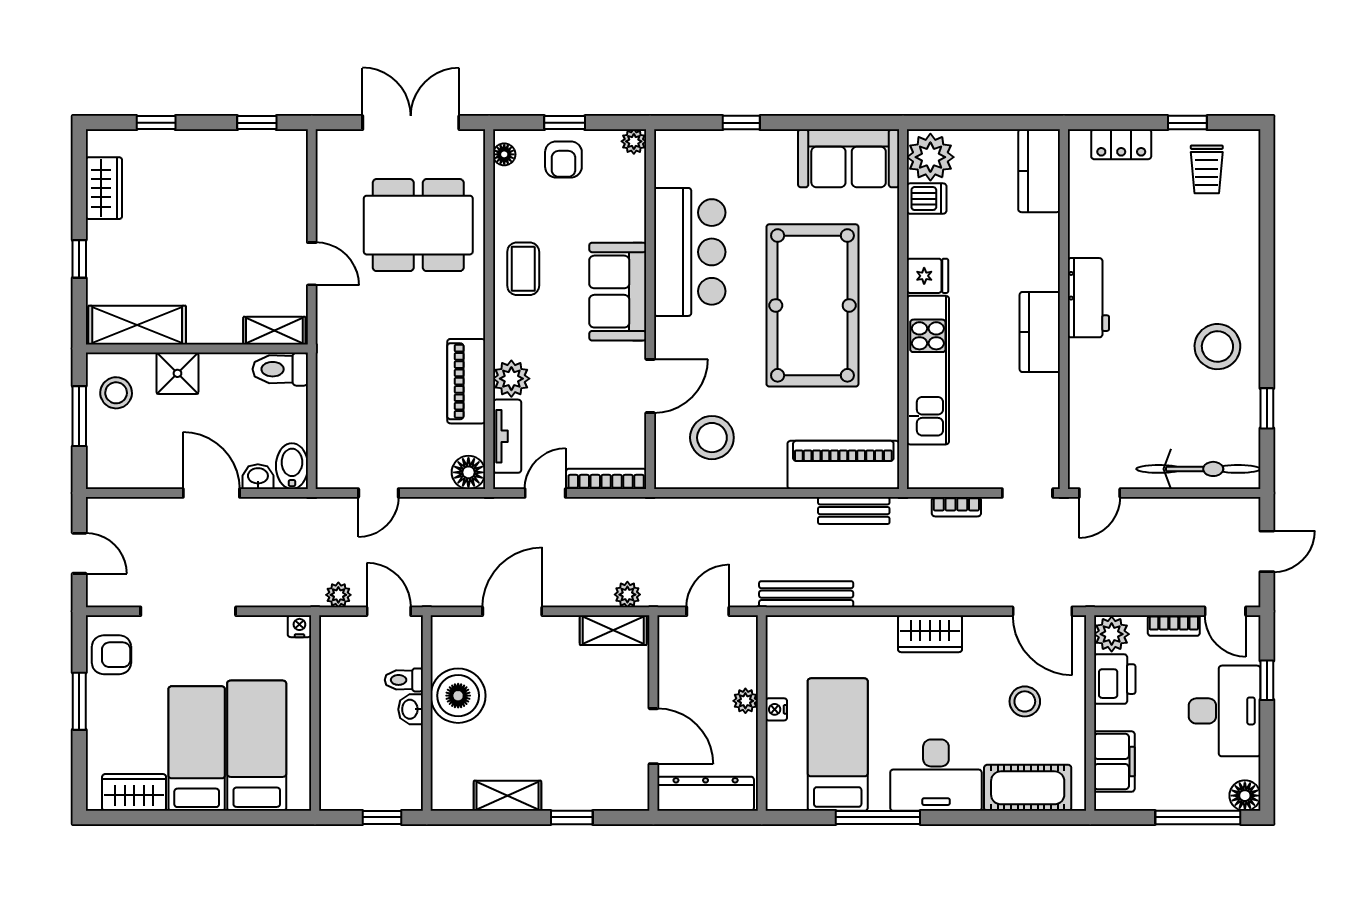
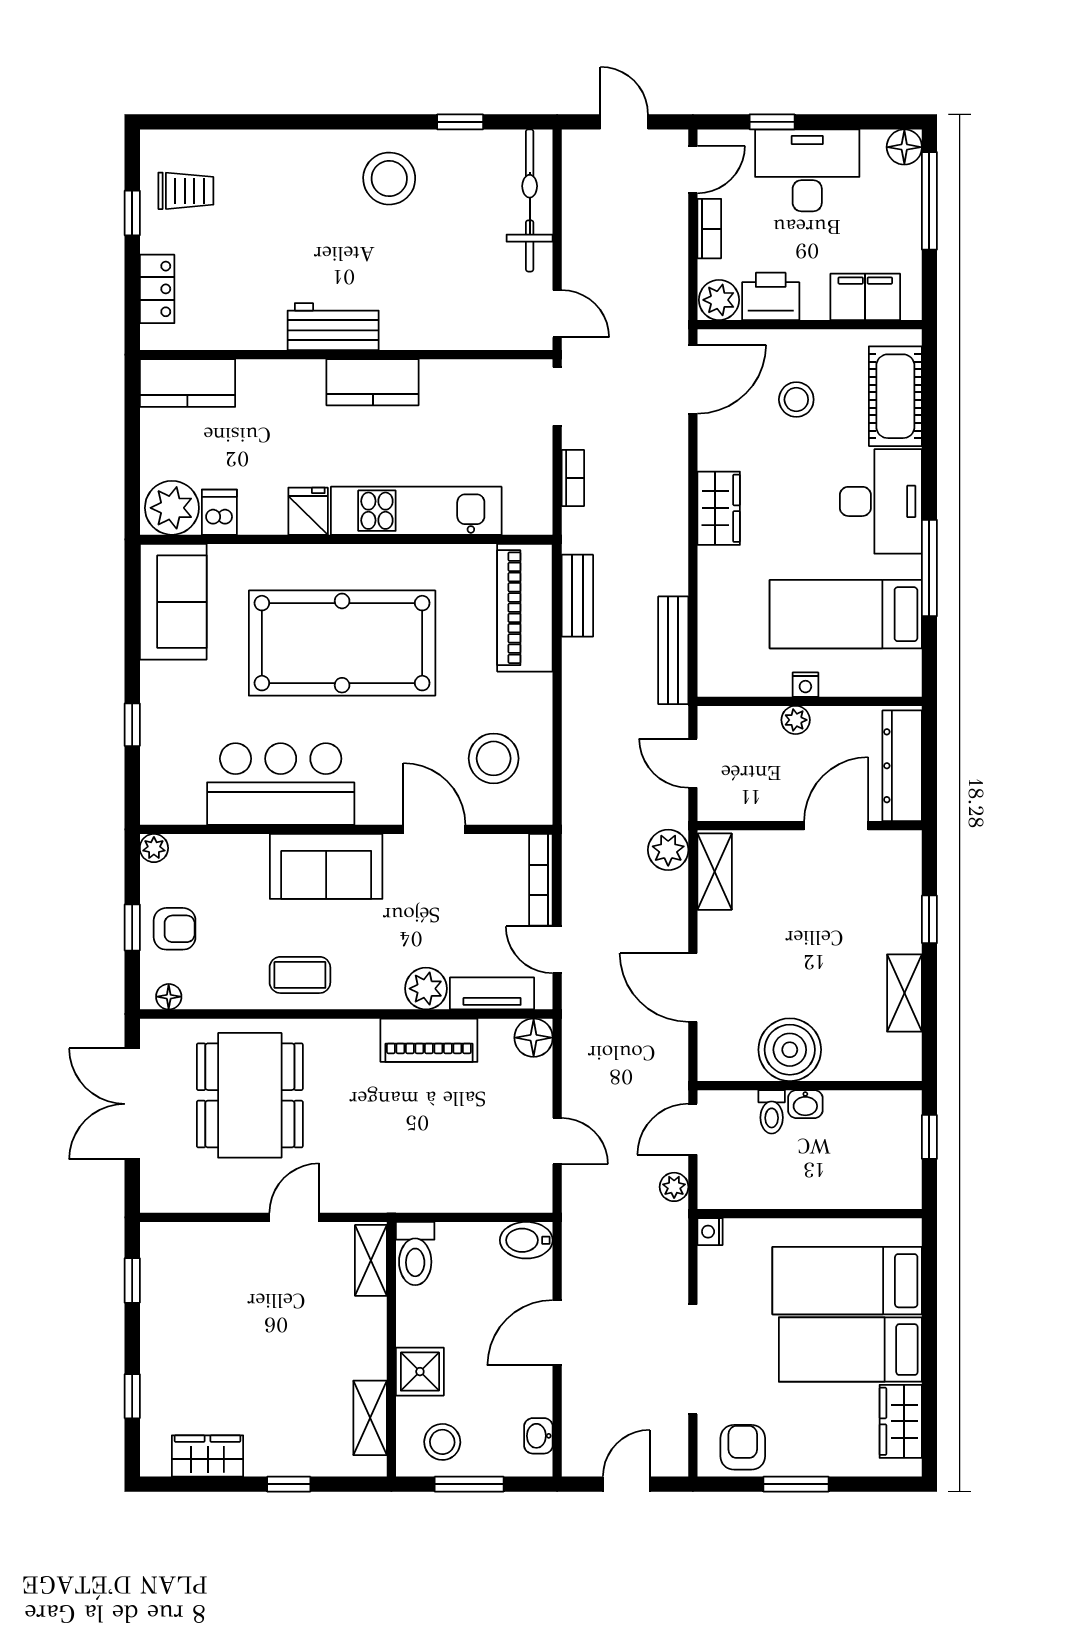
shelving: (137, 325) -> (370, 1418), width x0.67, depth x0.75
washbasin: (258, 477) -> (538, 1436), moved
plant: (627, 595) -> (668, 850), width x1.38, depth x1.38

